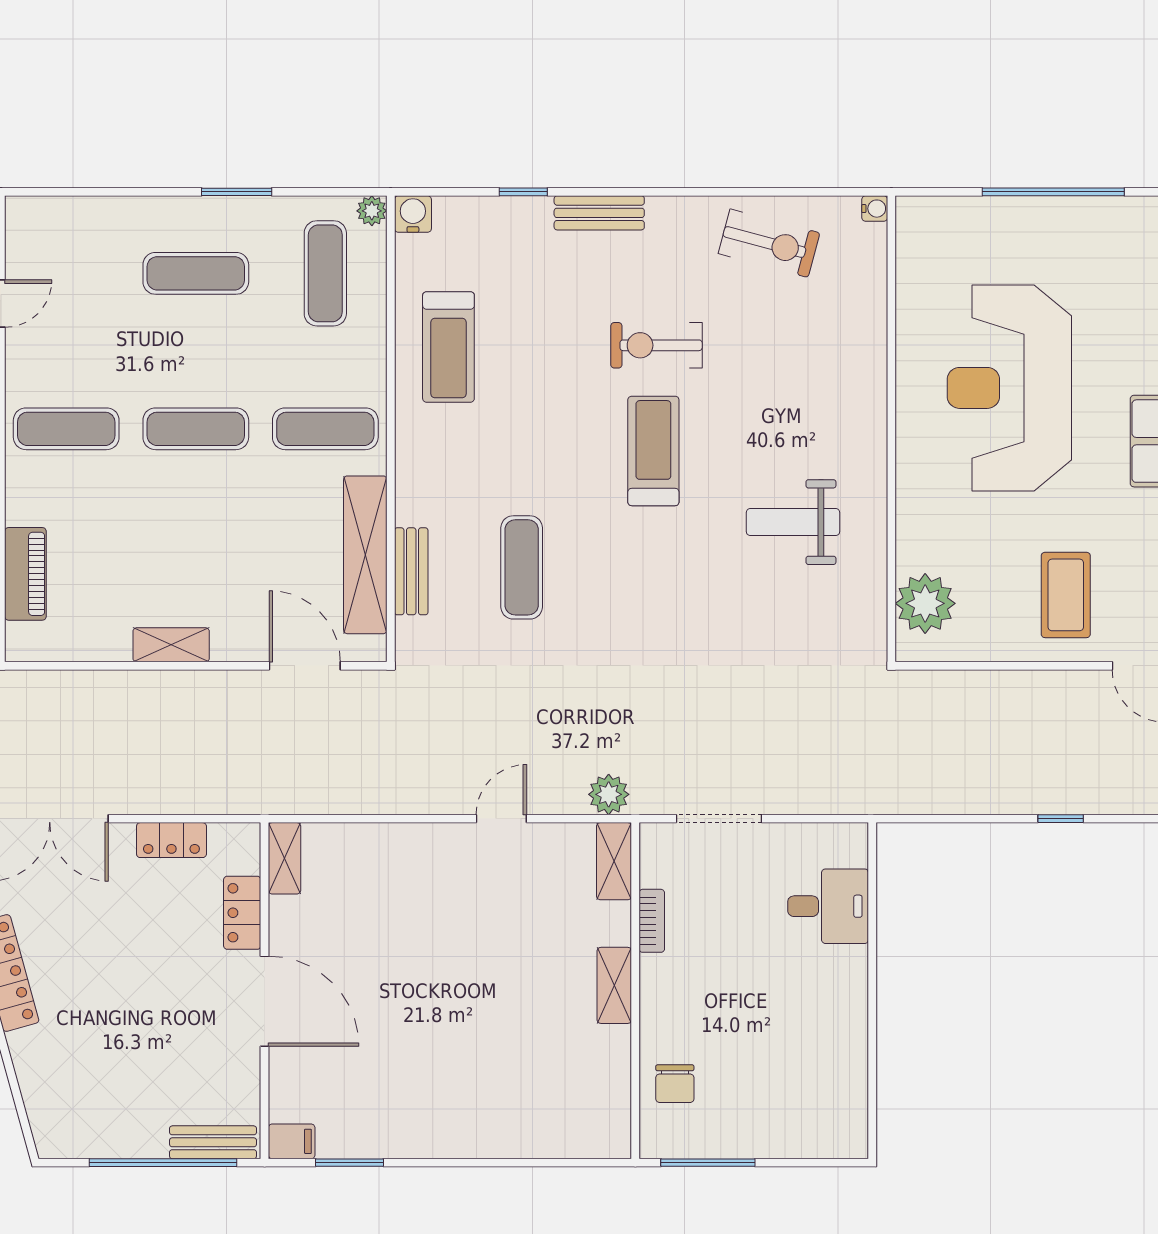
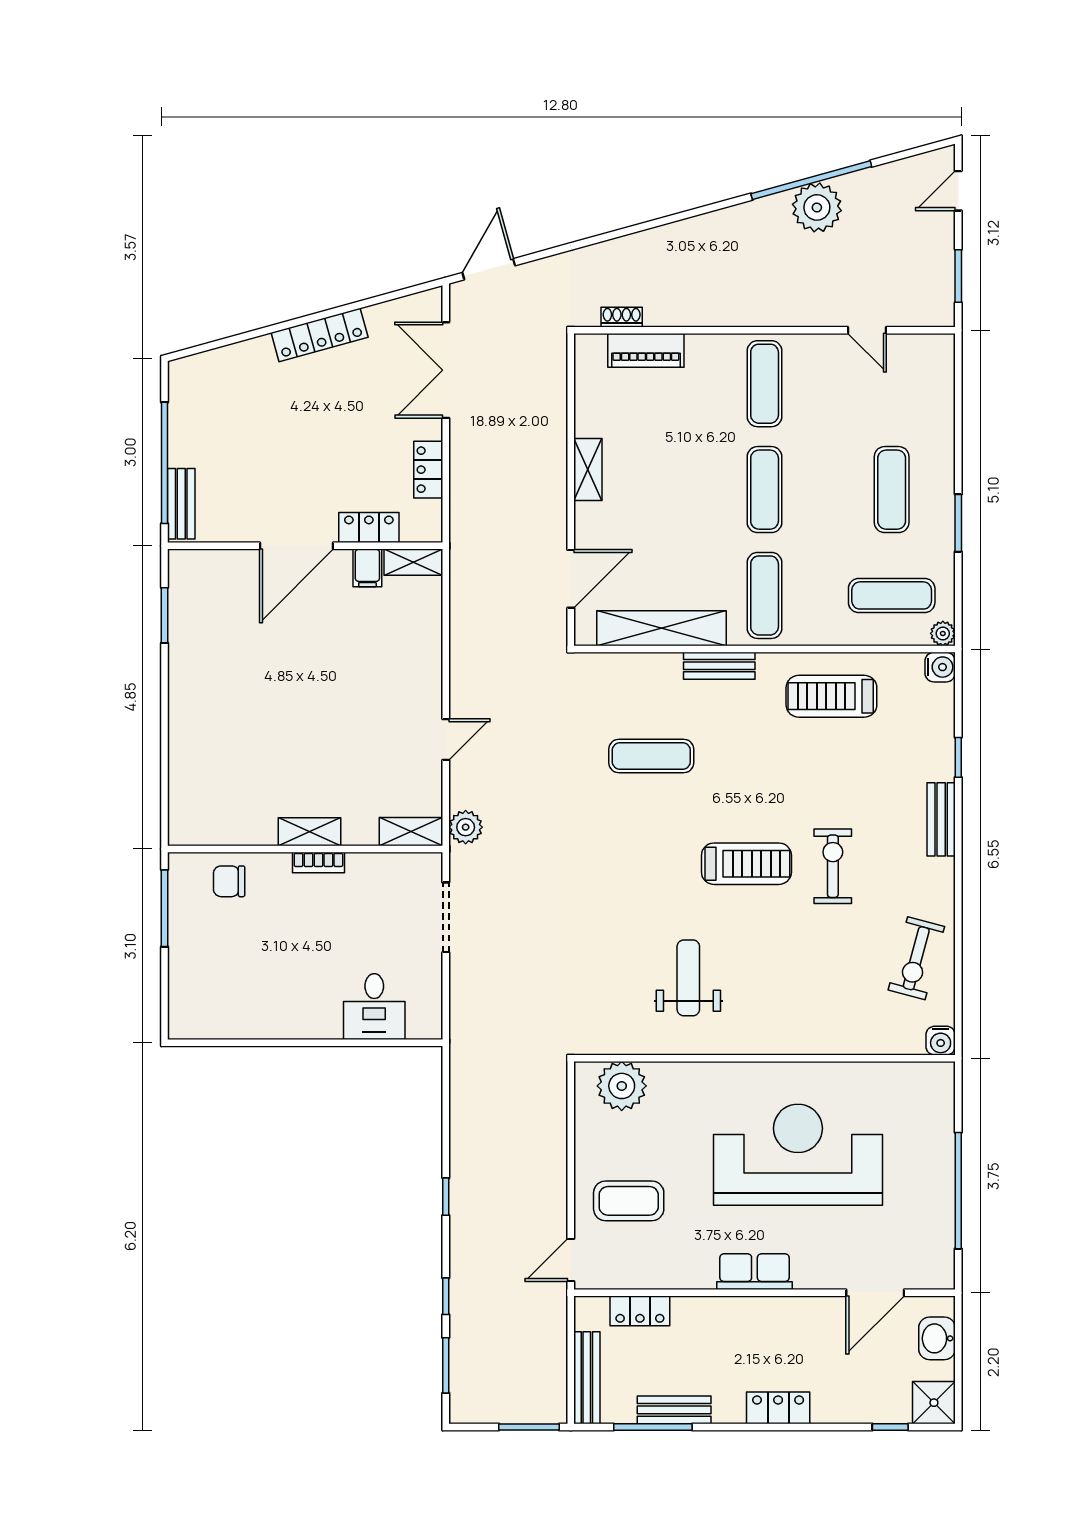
water cooler: (875, 209) -> (941, 1041), width x1.38, depth x1.38
bench: (411, 571) -> (719, 666), moved
door: (501, 819) -> (446, 739), hinge flipped
bookcase: (652, 921) -> (318, 862), moved
filing cabinet: (292, 1141) -> (367, 568), moved

